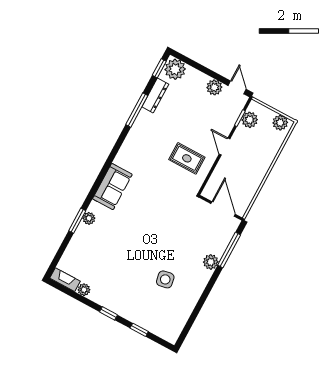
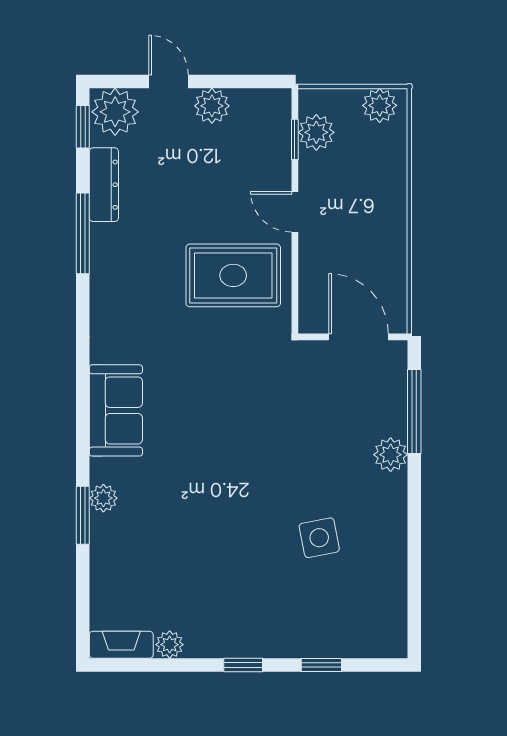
door: (237, 87) -> (169, 82), moved
rug: (187, 158) -> (233, 275), width x1.36, depth x1.43

